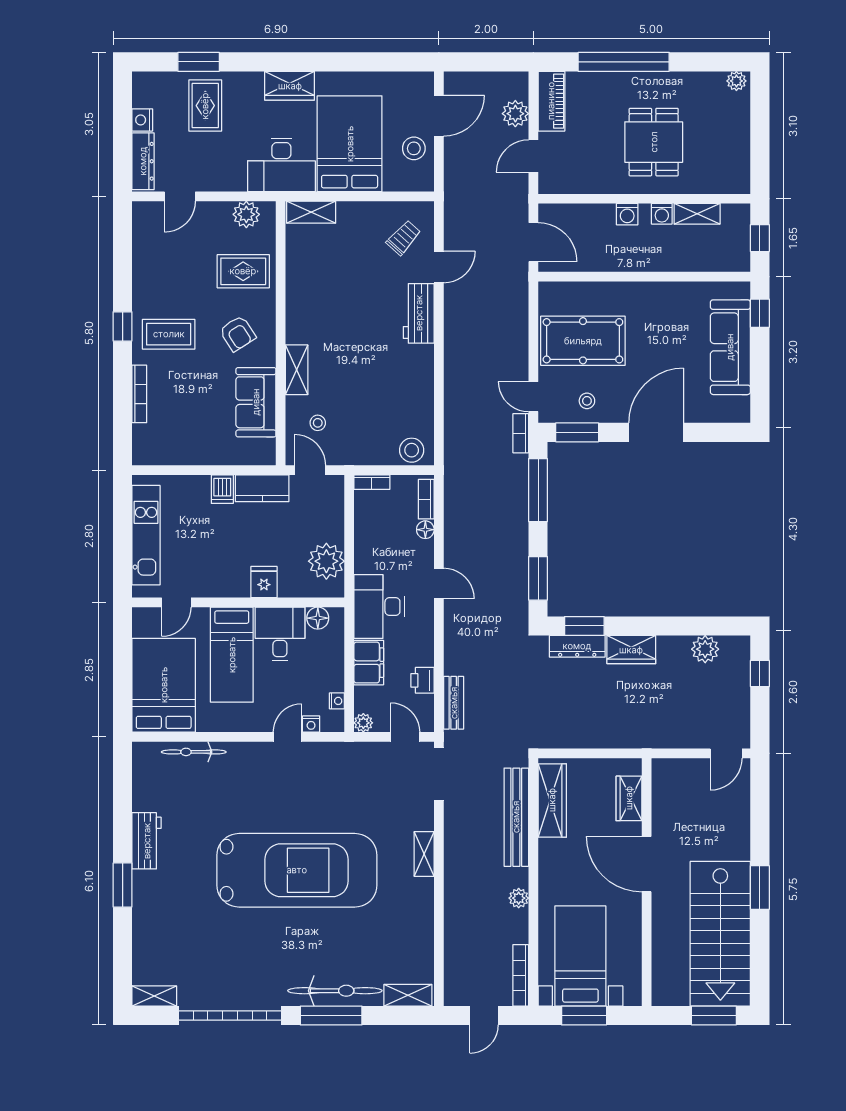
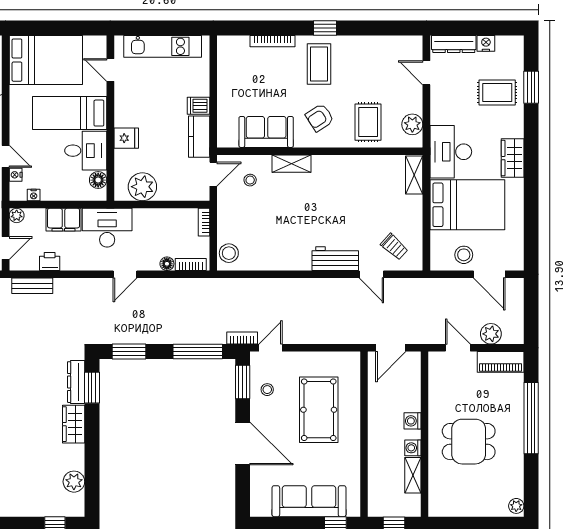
pool table: (583, 341) -> (319, 410), moved

